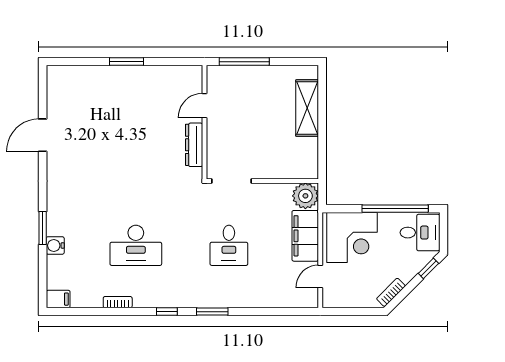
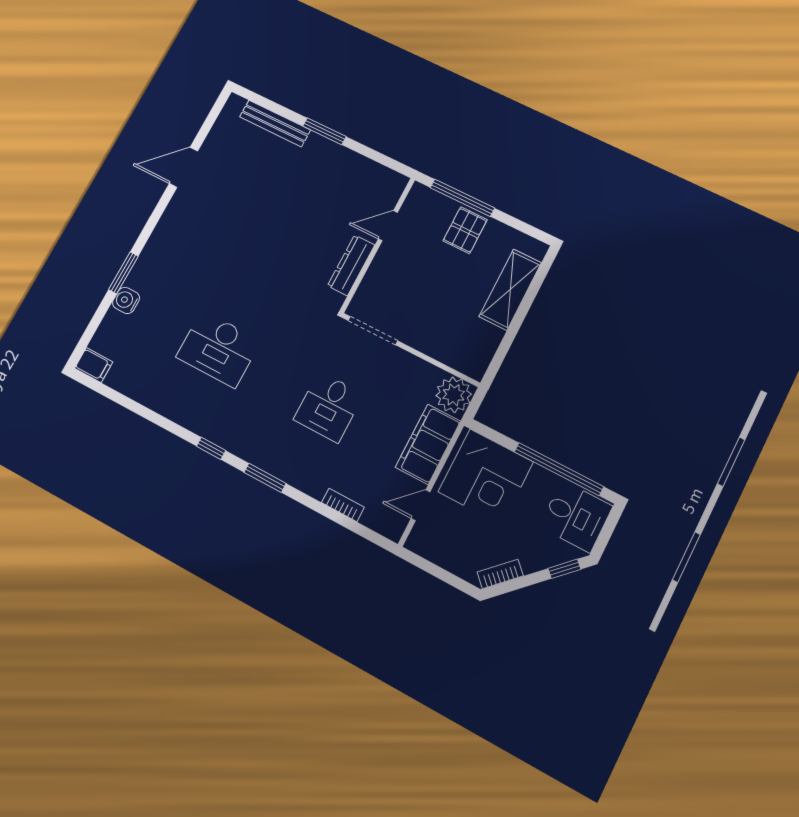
bench: (89, 73) -> (275, 123), added
pallet: (257, 83) -> (465, 230), added
bookcase: (118, 302) -> (343, 505), moved

